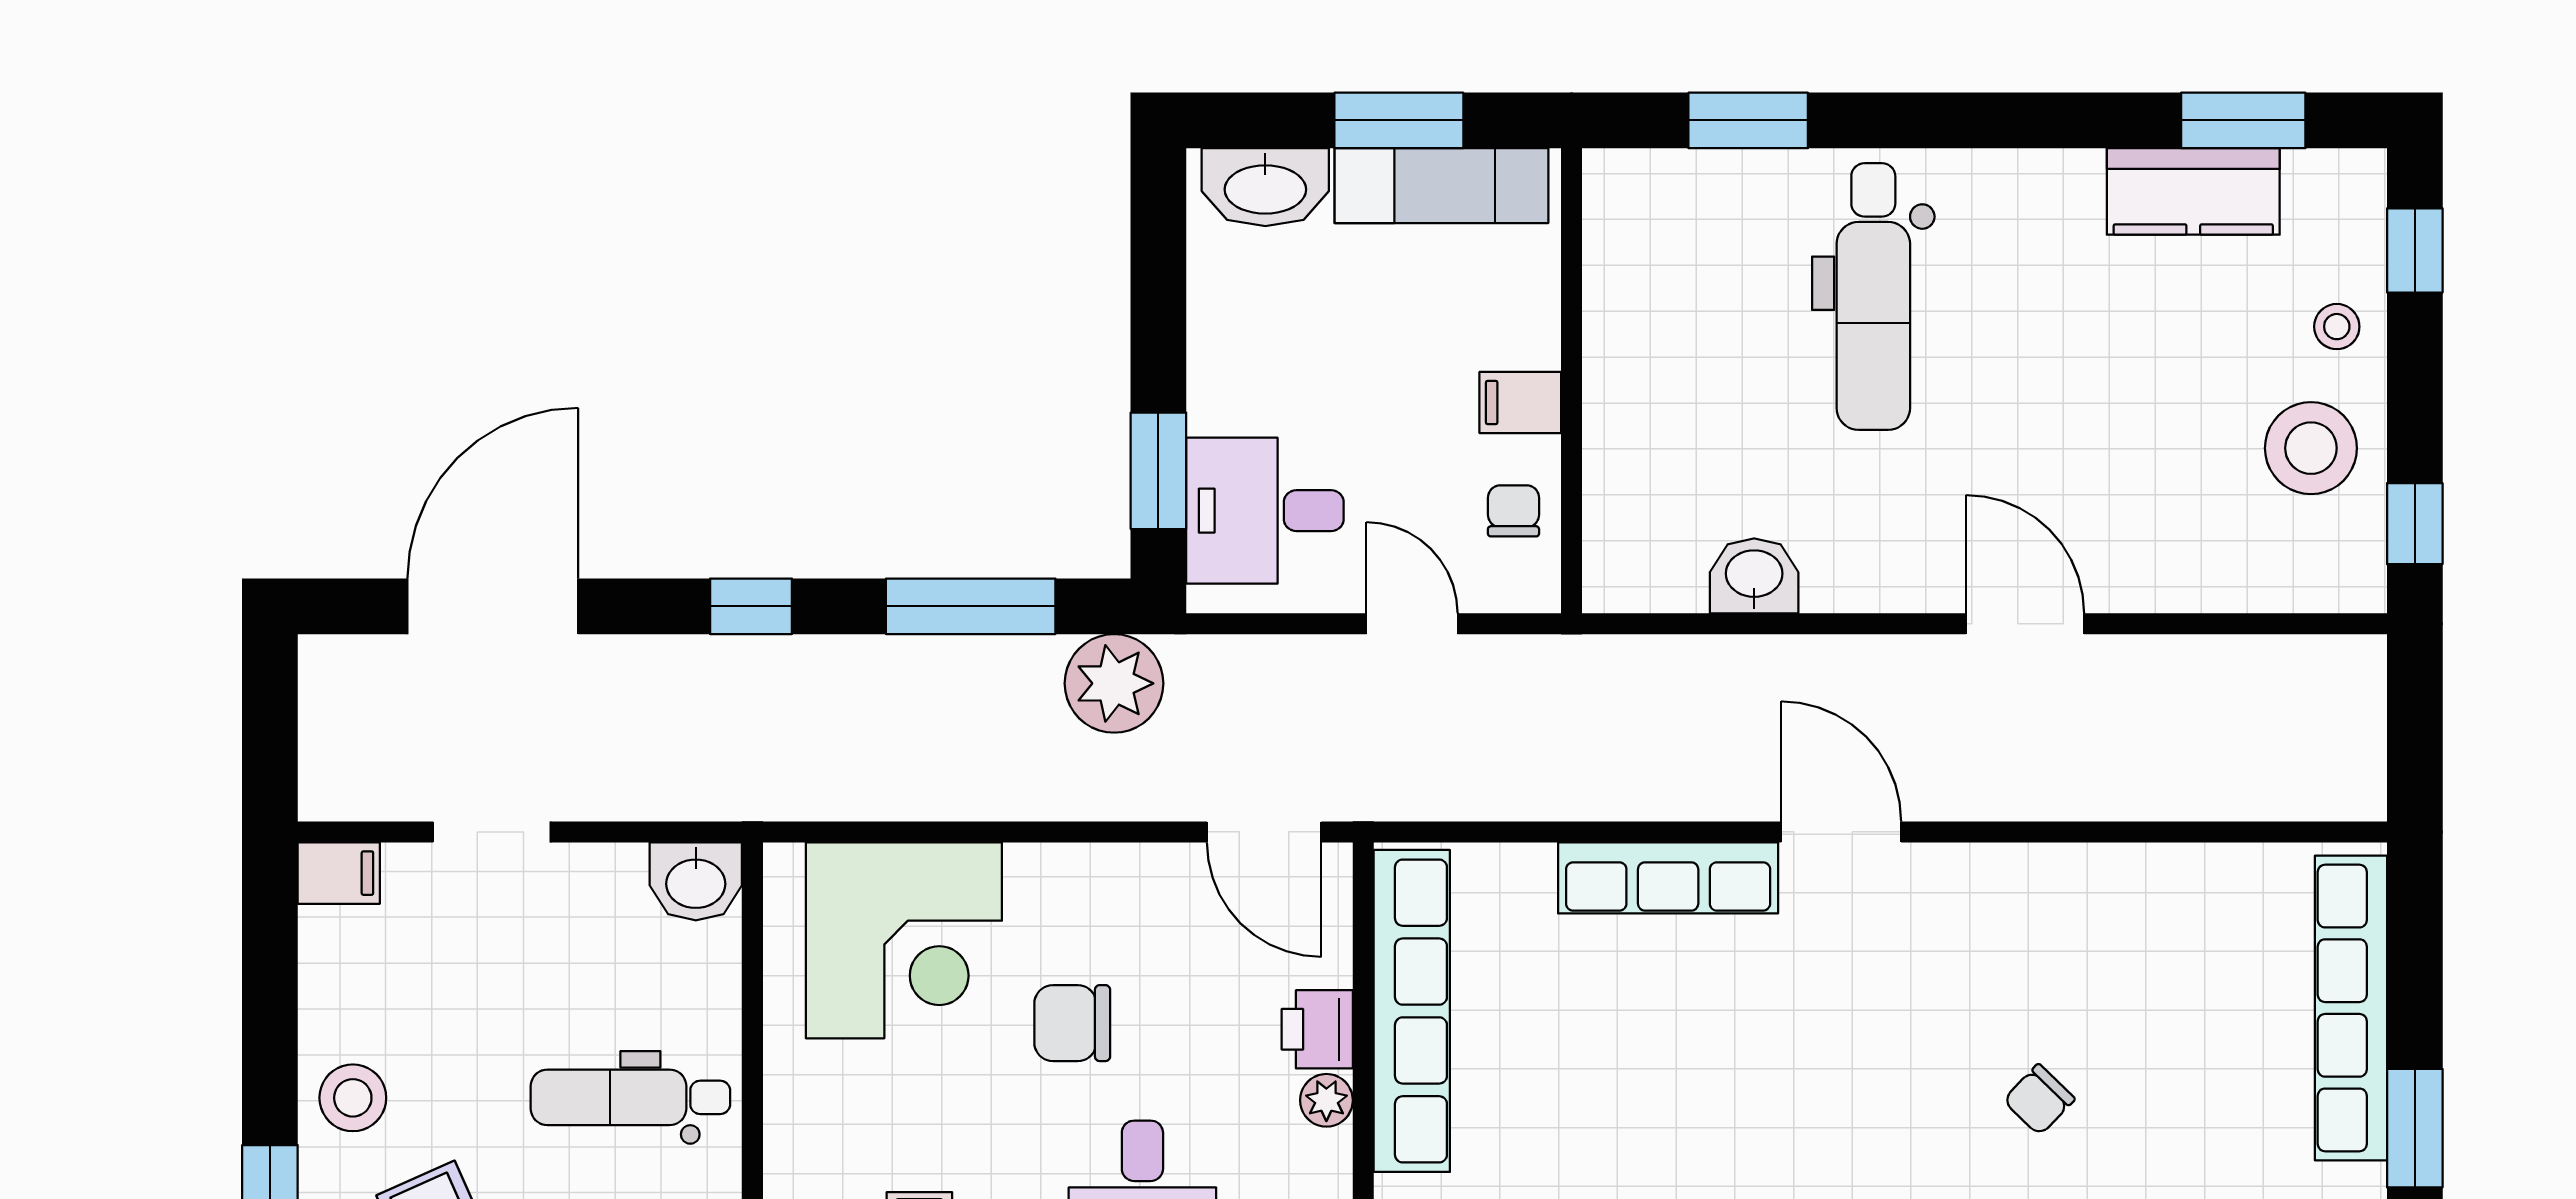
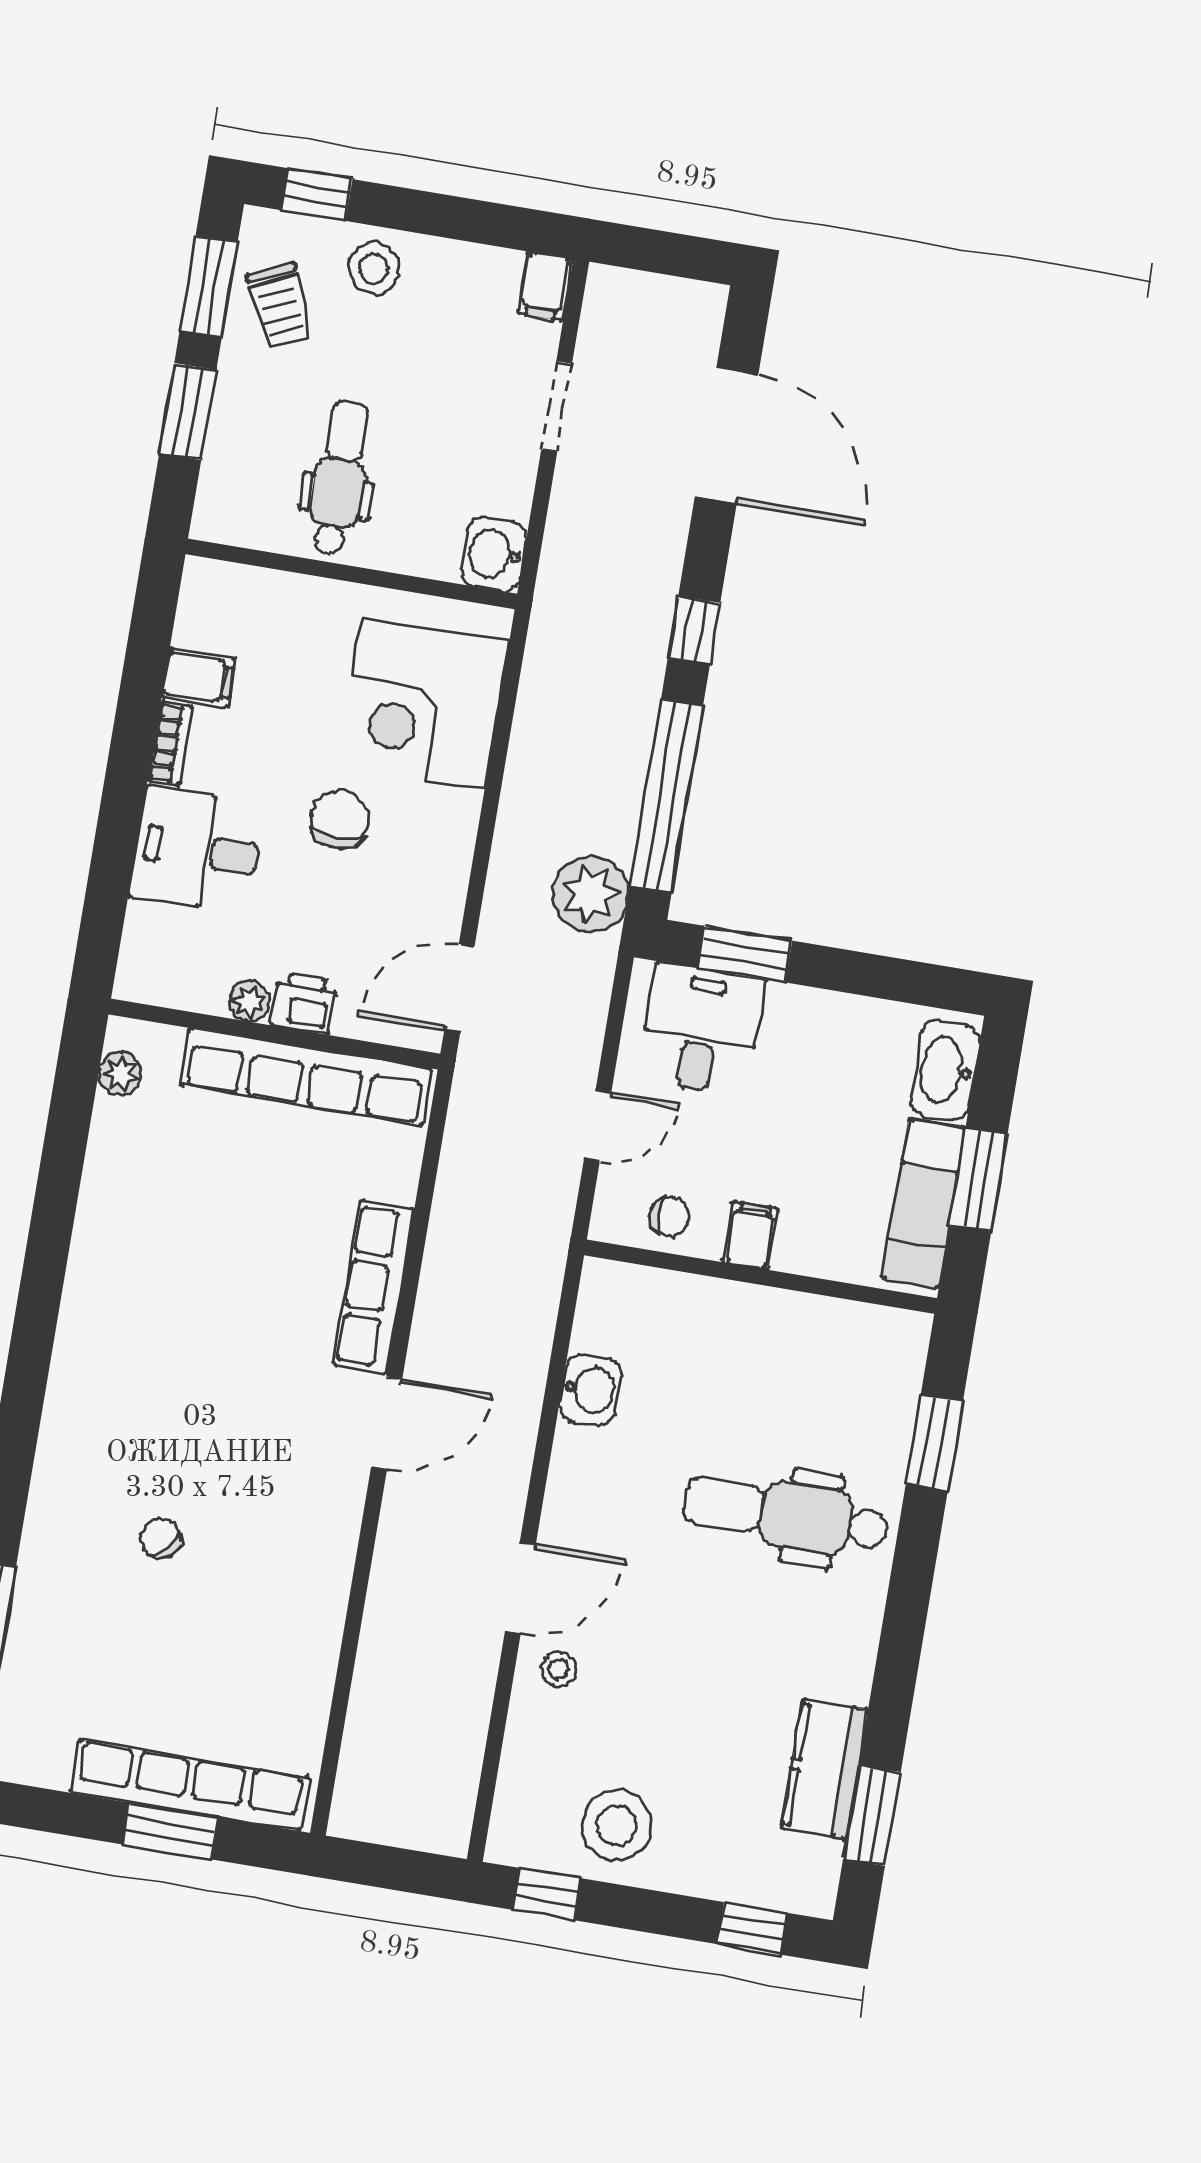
stool: (2337, 327) -> (559, 1669), moved
window: (971, 606) -> (666, 796), width x1.46
window: (2415, 1128) -> (170, 1831), moved

